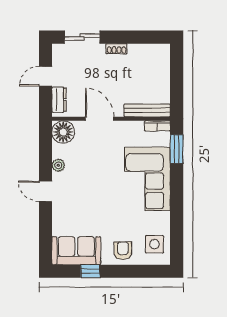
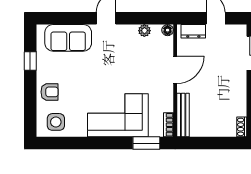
shoe rack: (117, 49) -> (242, 127), moved
floor lamp: (63, 132) -> (168, 30), width x0.53, depth x0.53
plant: (58, 165) -> (144, 31), moved
sofa: (76, 251) -> (68, 38), moved, turned 90

